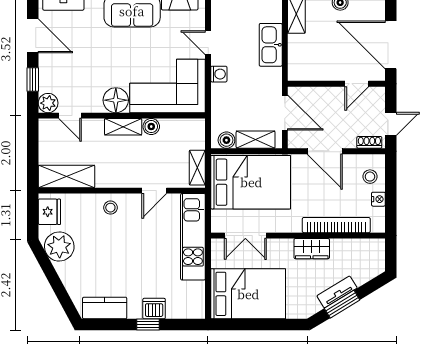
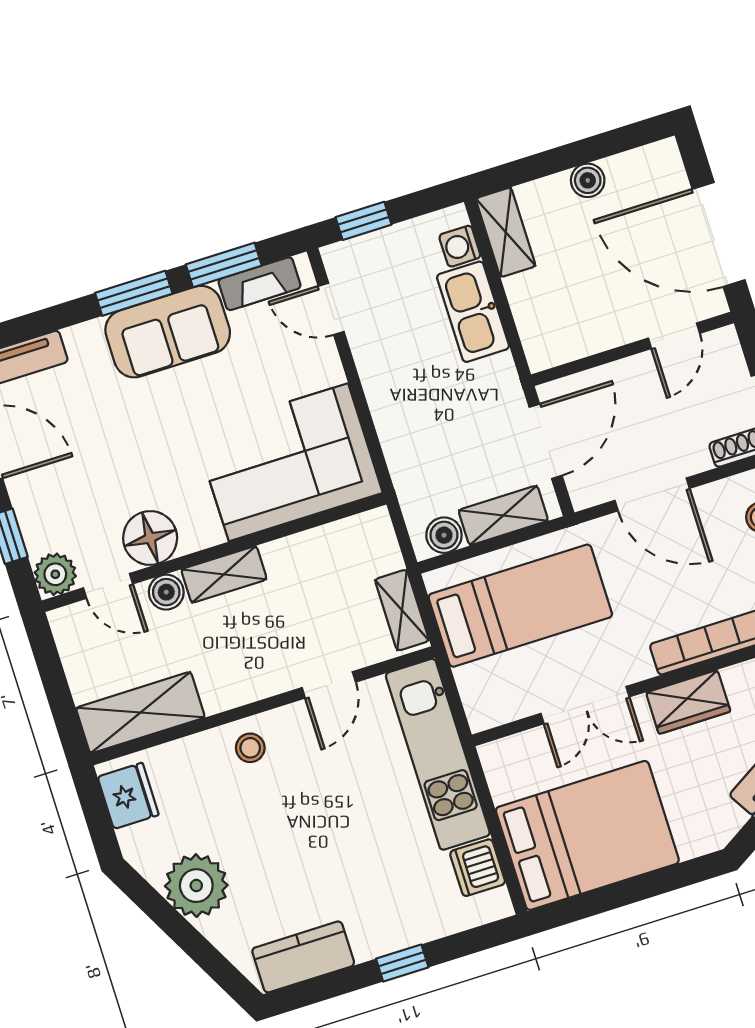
door: (208, 43) -> (331, 309), moved
washing machine: (219, 74) -> (460, 246), moved, turned 180
floor lamp: (116, 100) -> (150, 538), moved
door: (285, 113) -> (546, 441), hinge flipped
boiler: (151, 127) -> (166, 592), moved
bed: (251, 182) -> (520, 606), width x0.67
double door: (245, 236) -> (585, 705), moved
plant: (59, 247) -> (196, 886), moved
dishwasher: (154, 309) -> (478, 868), moved, turned -90

